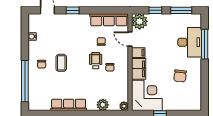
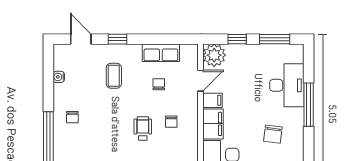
row of seats: (109, 20) -> (161, 53), width x0.68
door: (130, 39) -> (201, 81), swing flipped
window: (205, 44) -> (309, 105), moved
wheelchair: (96, 61) -> (143, 128), moved
coffee table: (61, 63) -> (114, 76), moved

